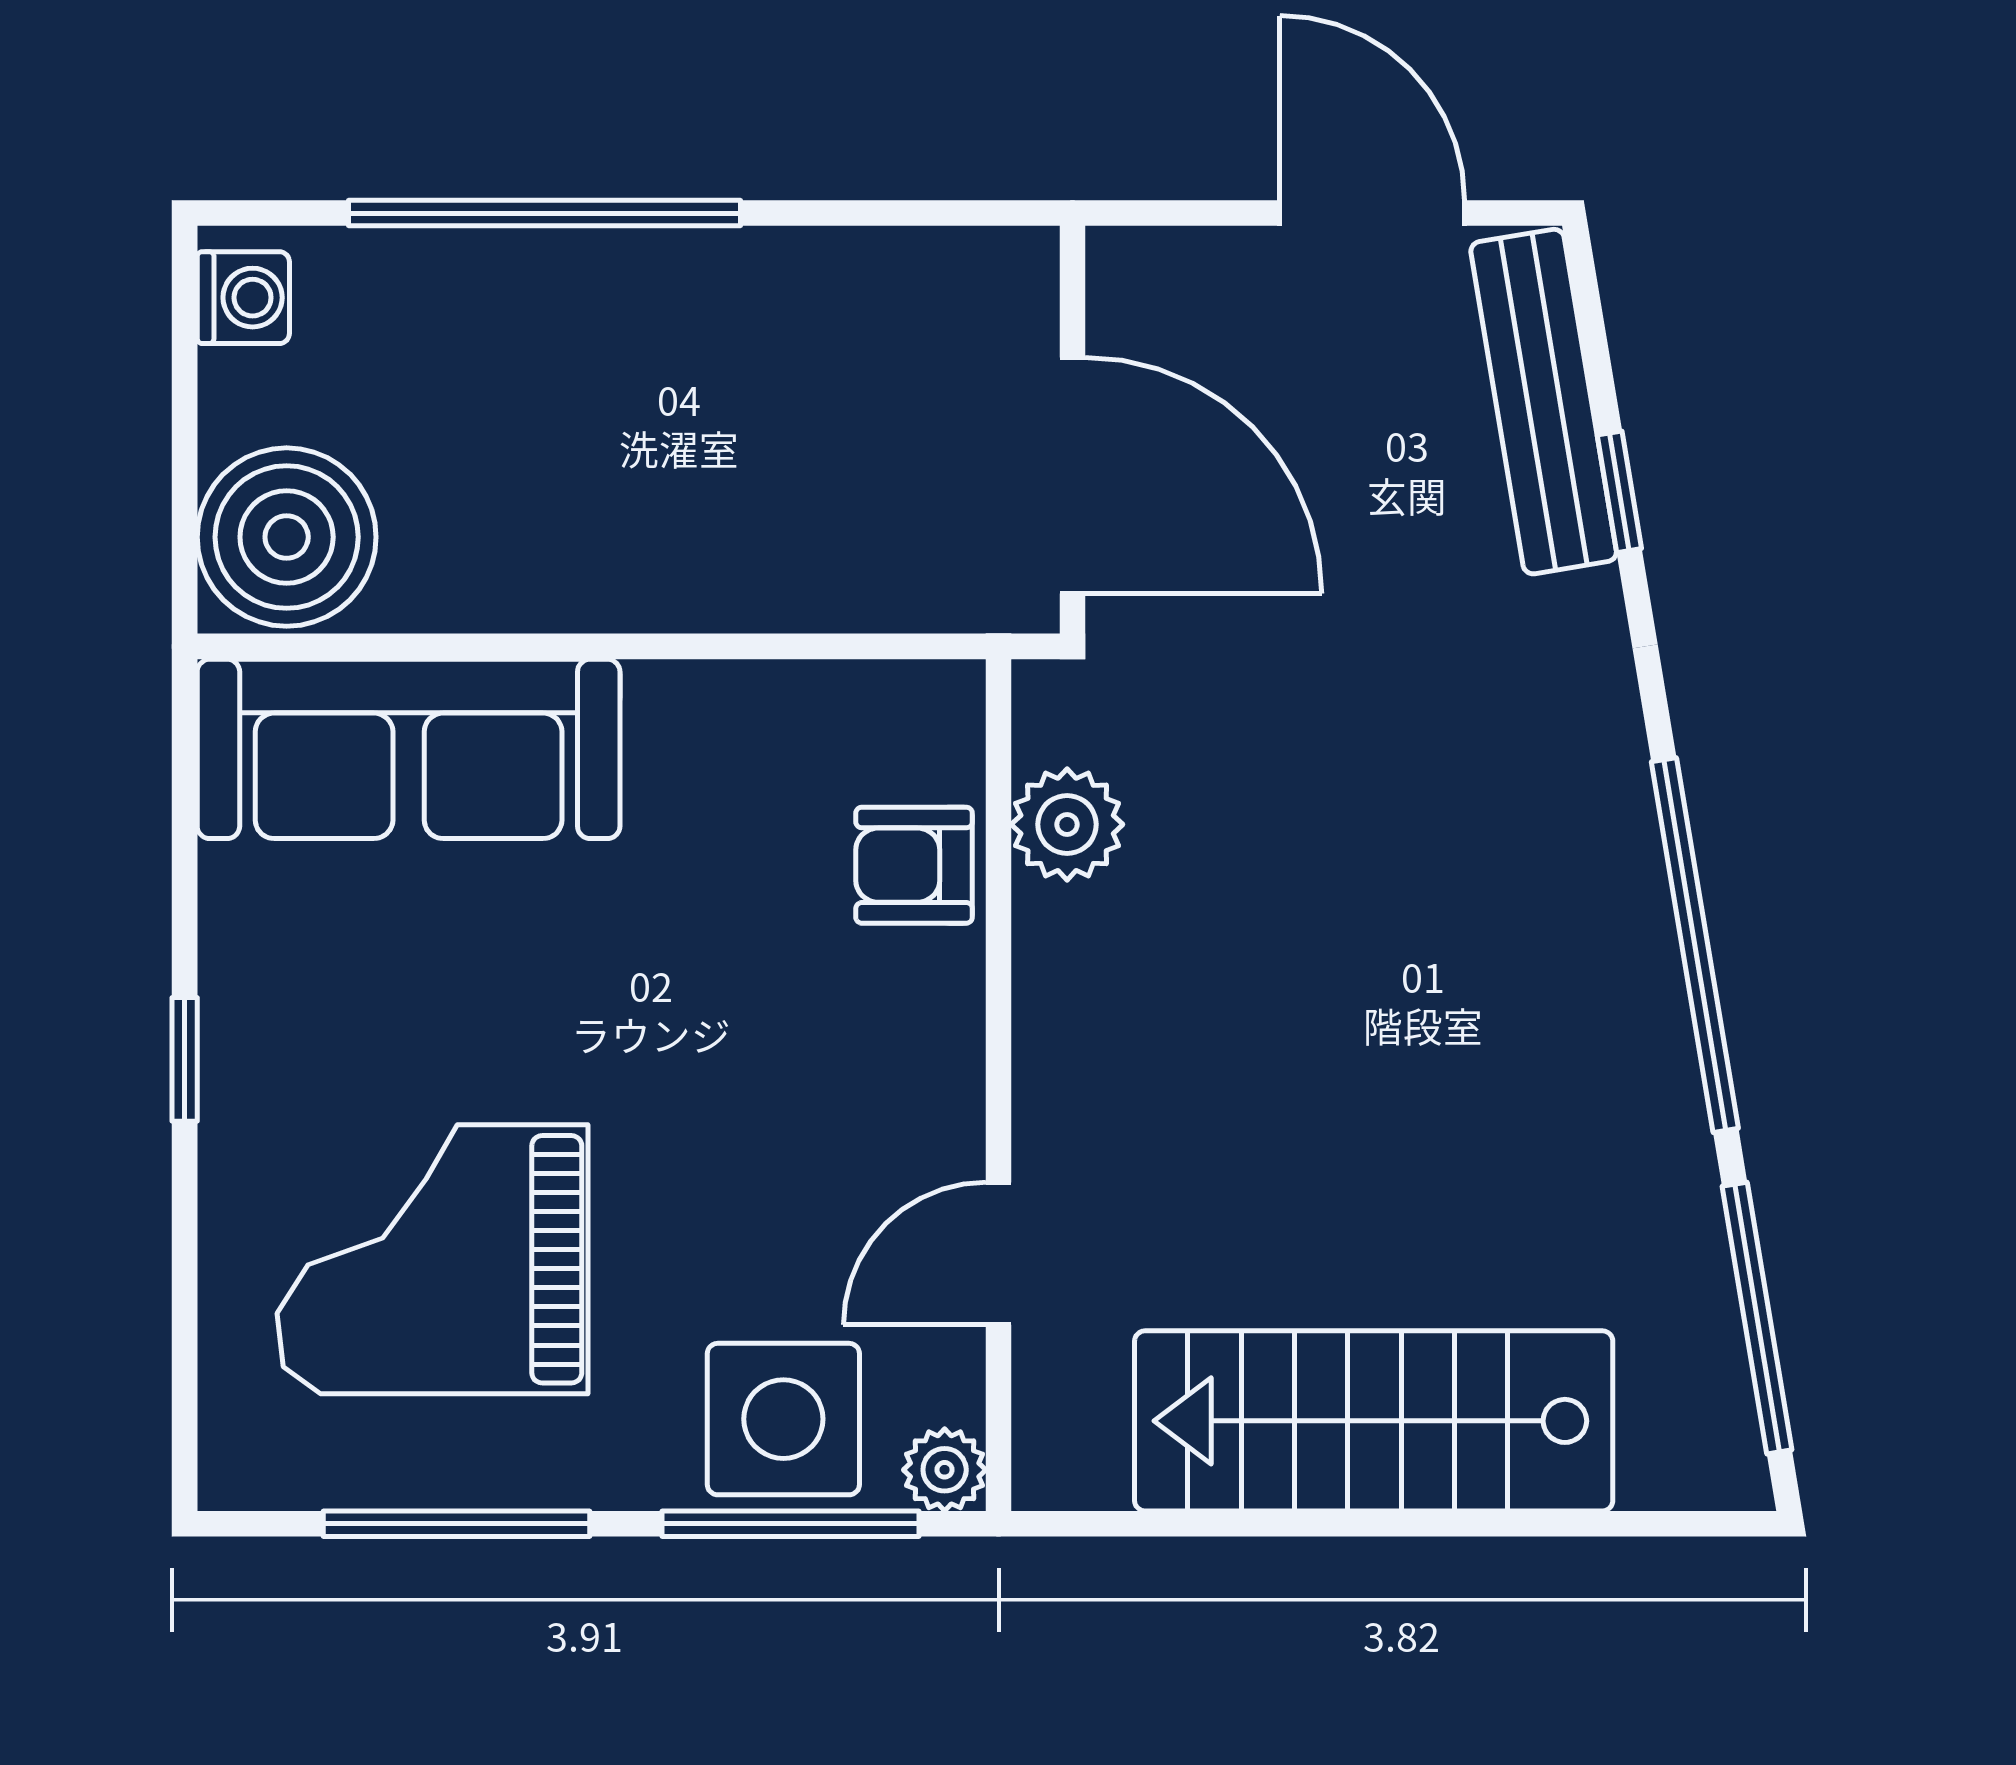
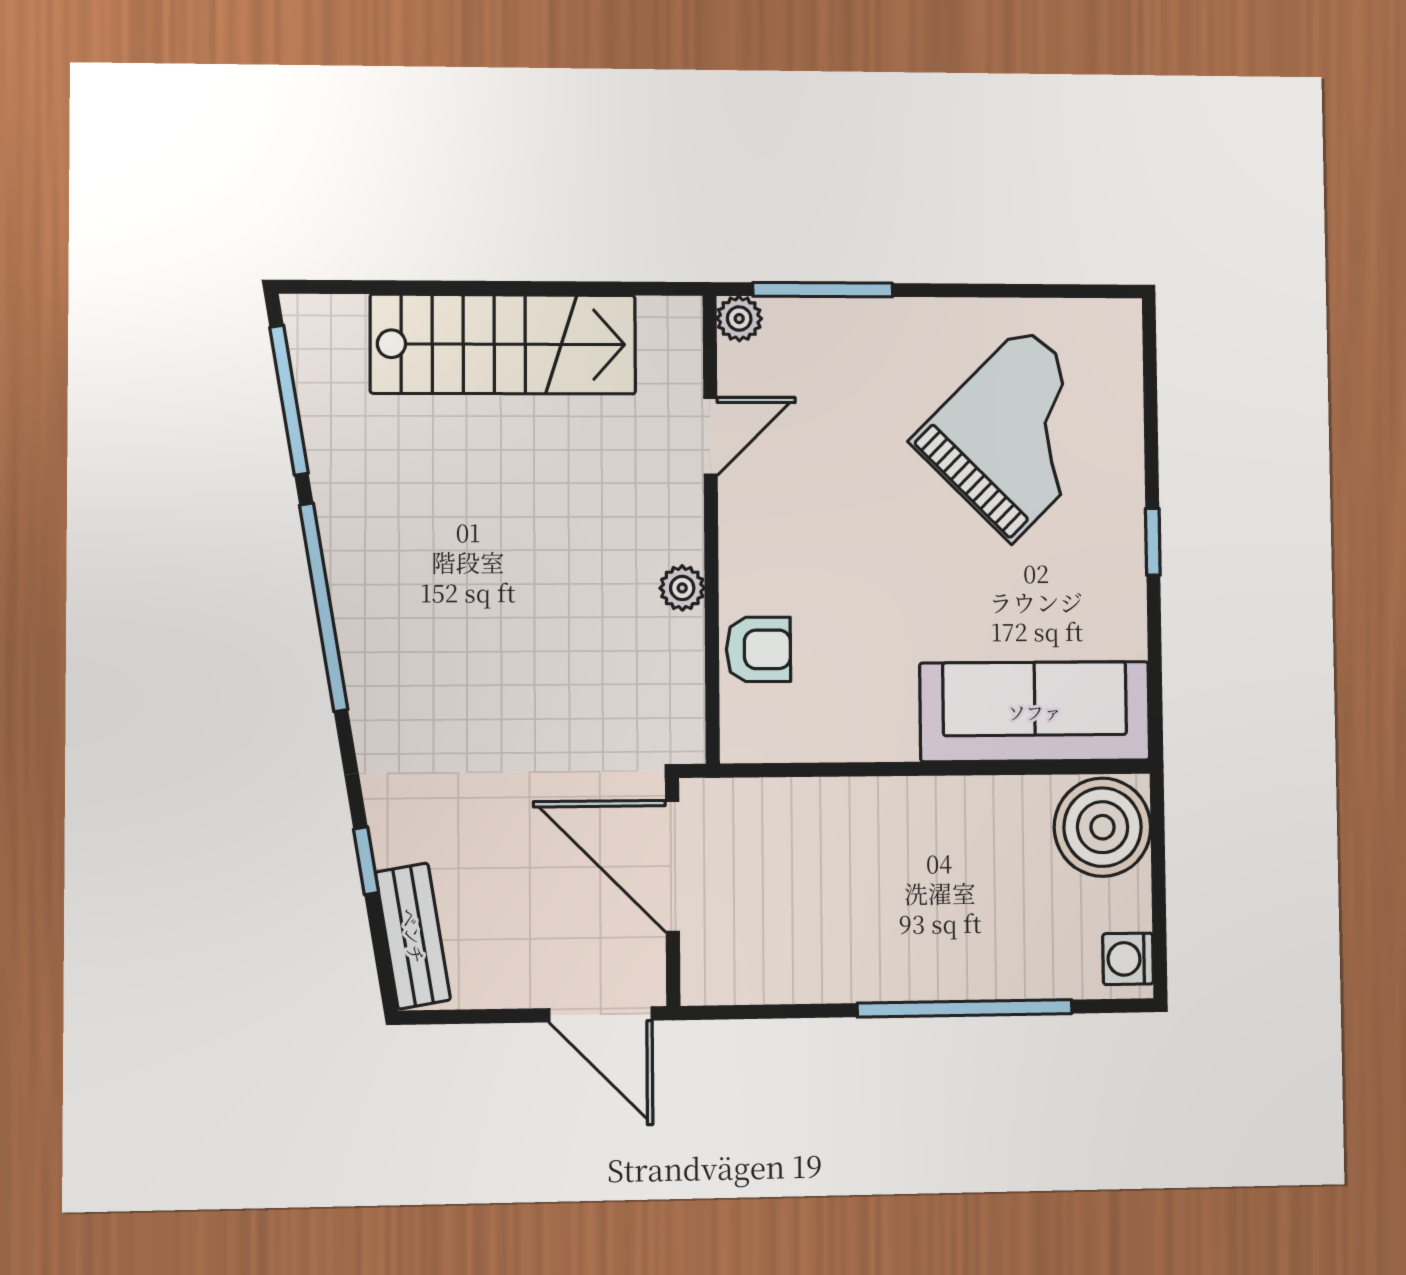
door: (1372, 213) -> (601, 1014), moved
bench: (1544, 402) -> (413, 936), width x0.73
plant: (1067, 824) -> (682, 588), moved, width x0.73, depth x0.73
grand piano: (432, 1259) -> (1018, 434), turned -45
side table: (783, 1419) -> (827, 346), removed
window: (456, 1524) -> (1003, 291), removed

